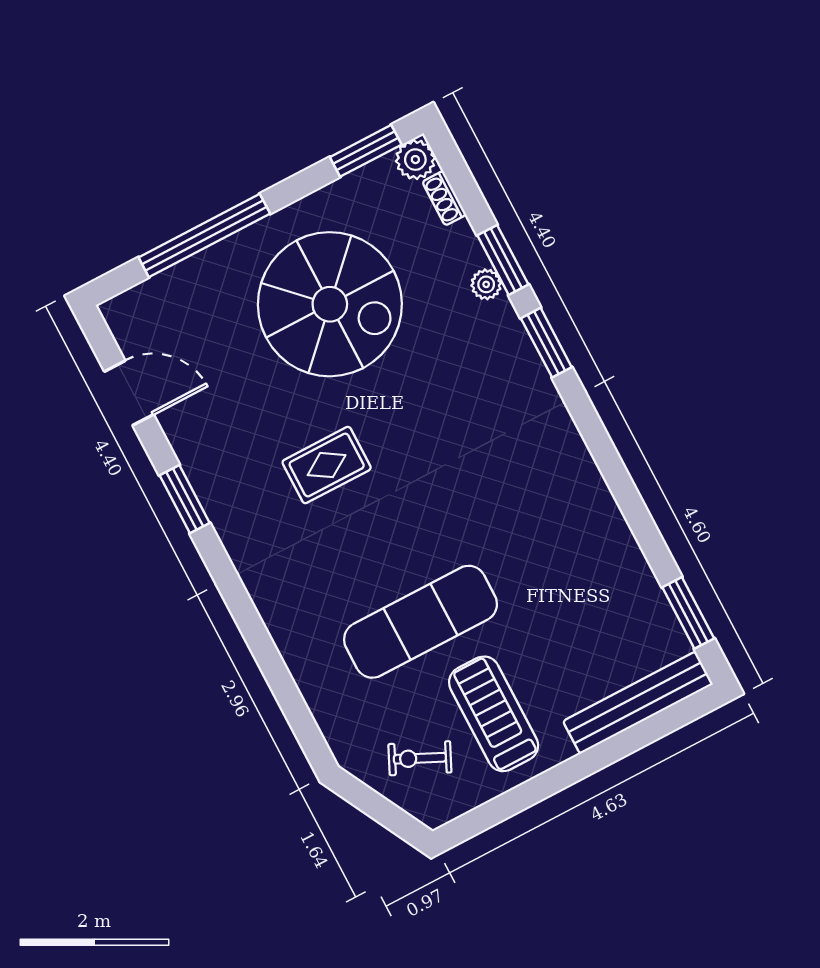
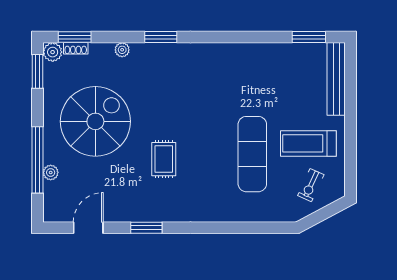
window: (503, 260) -> (75, 37), moved
plant: (194, 271) -> (51, 172), added

